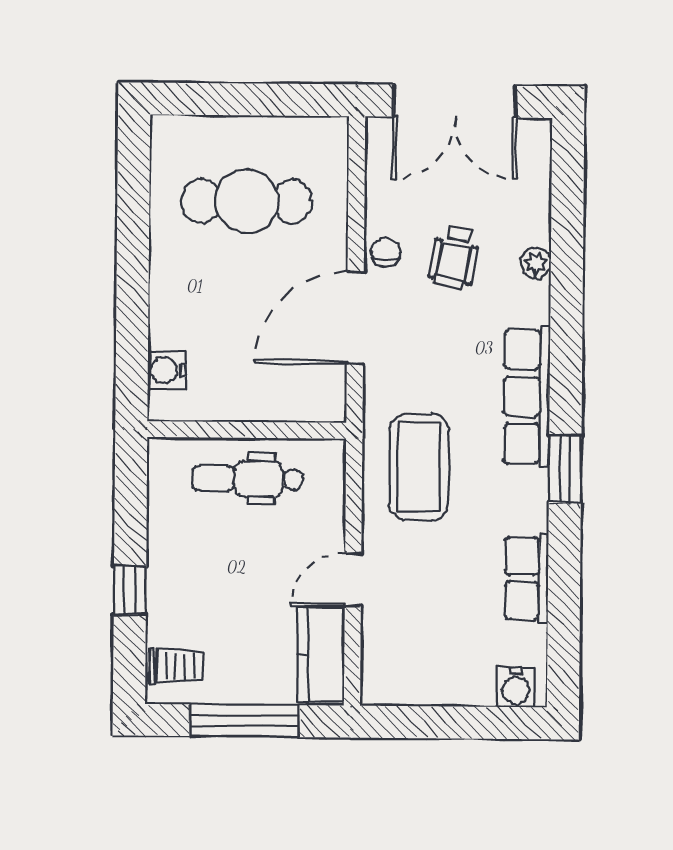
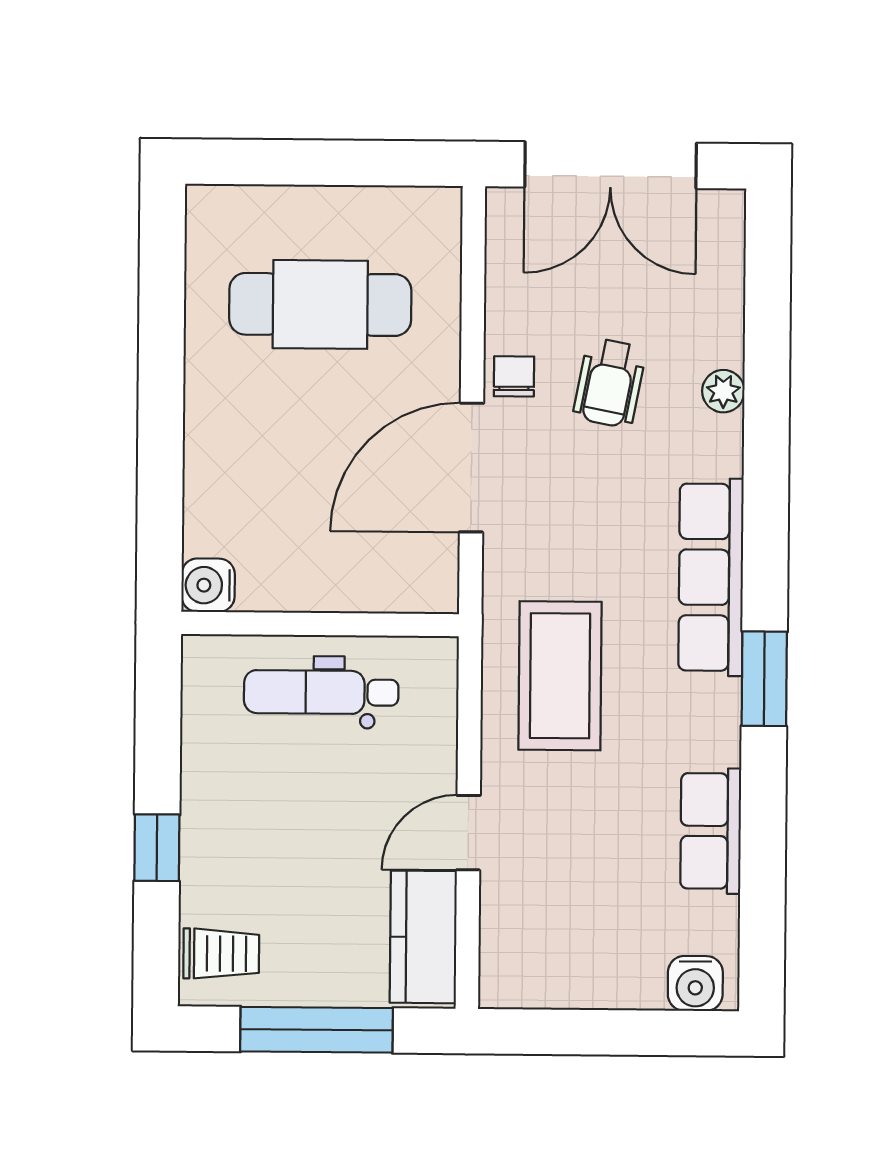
water cooler: (167, 370) -> (208, 585), moved

